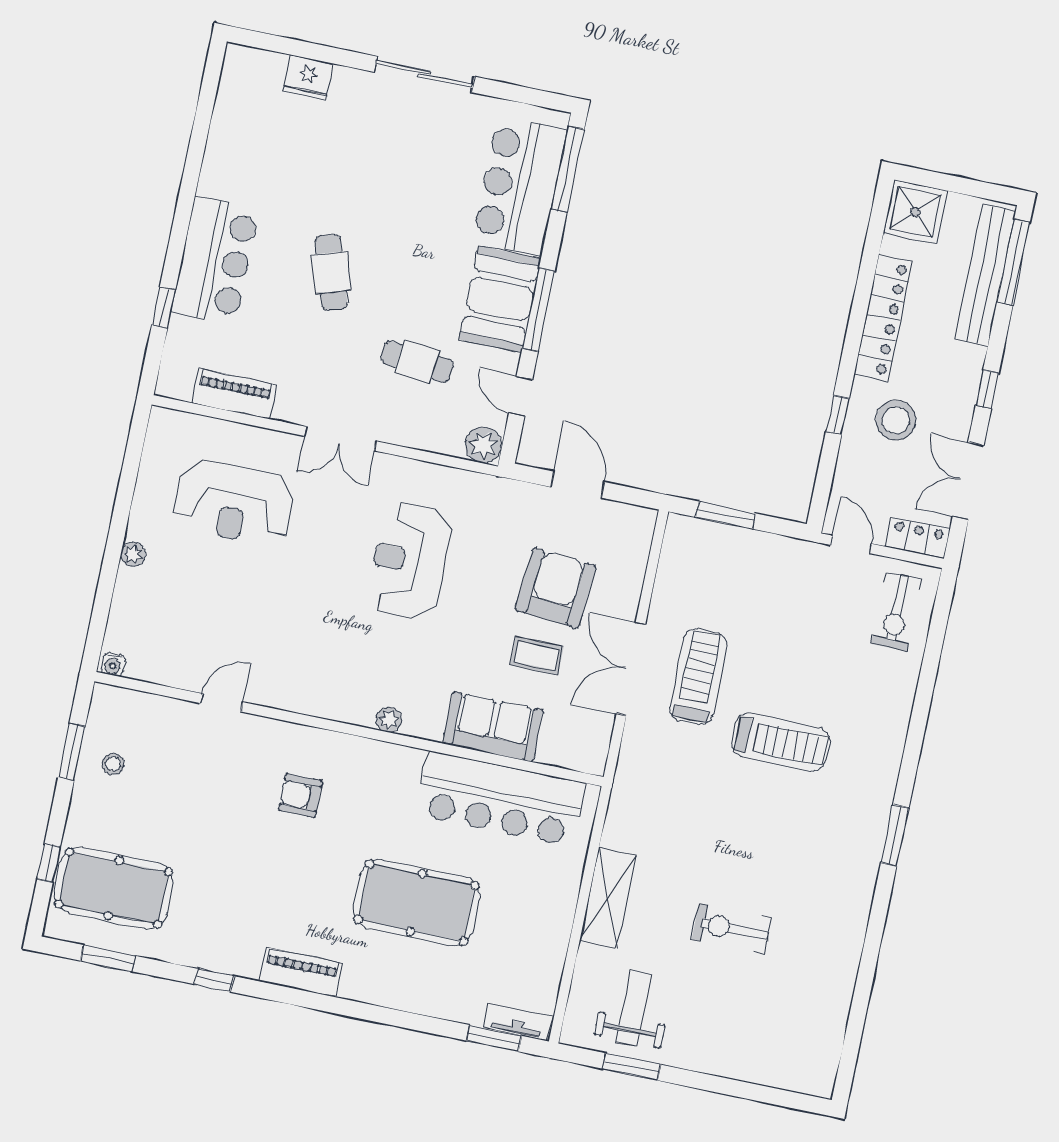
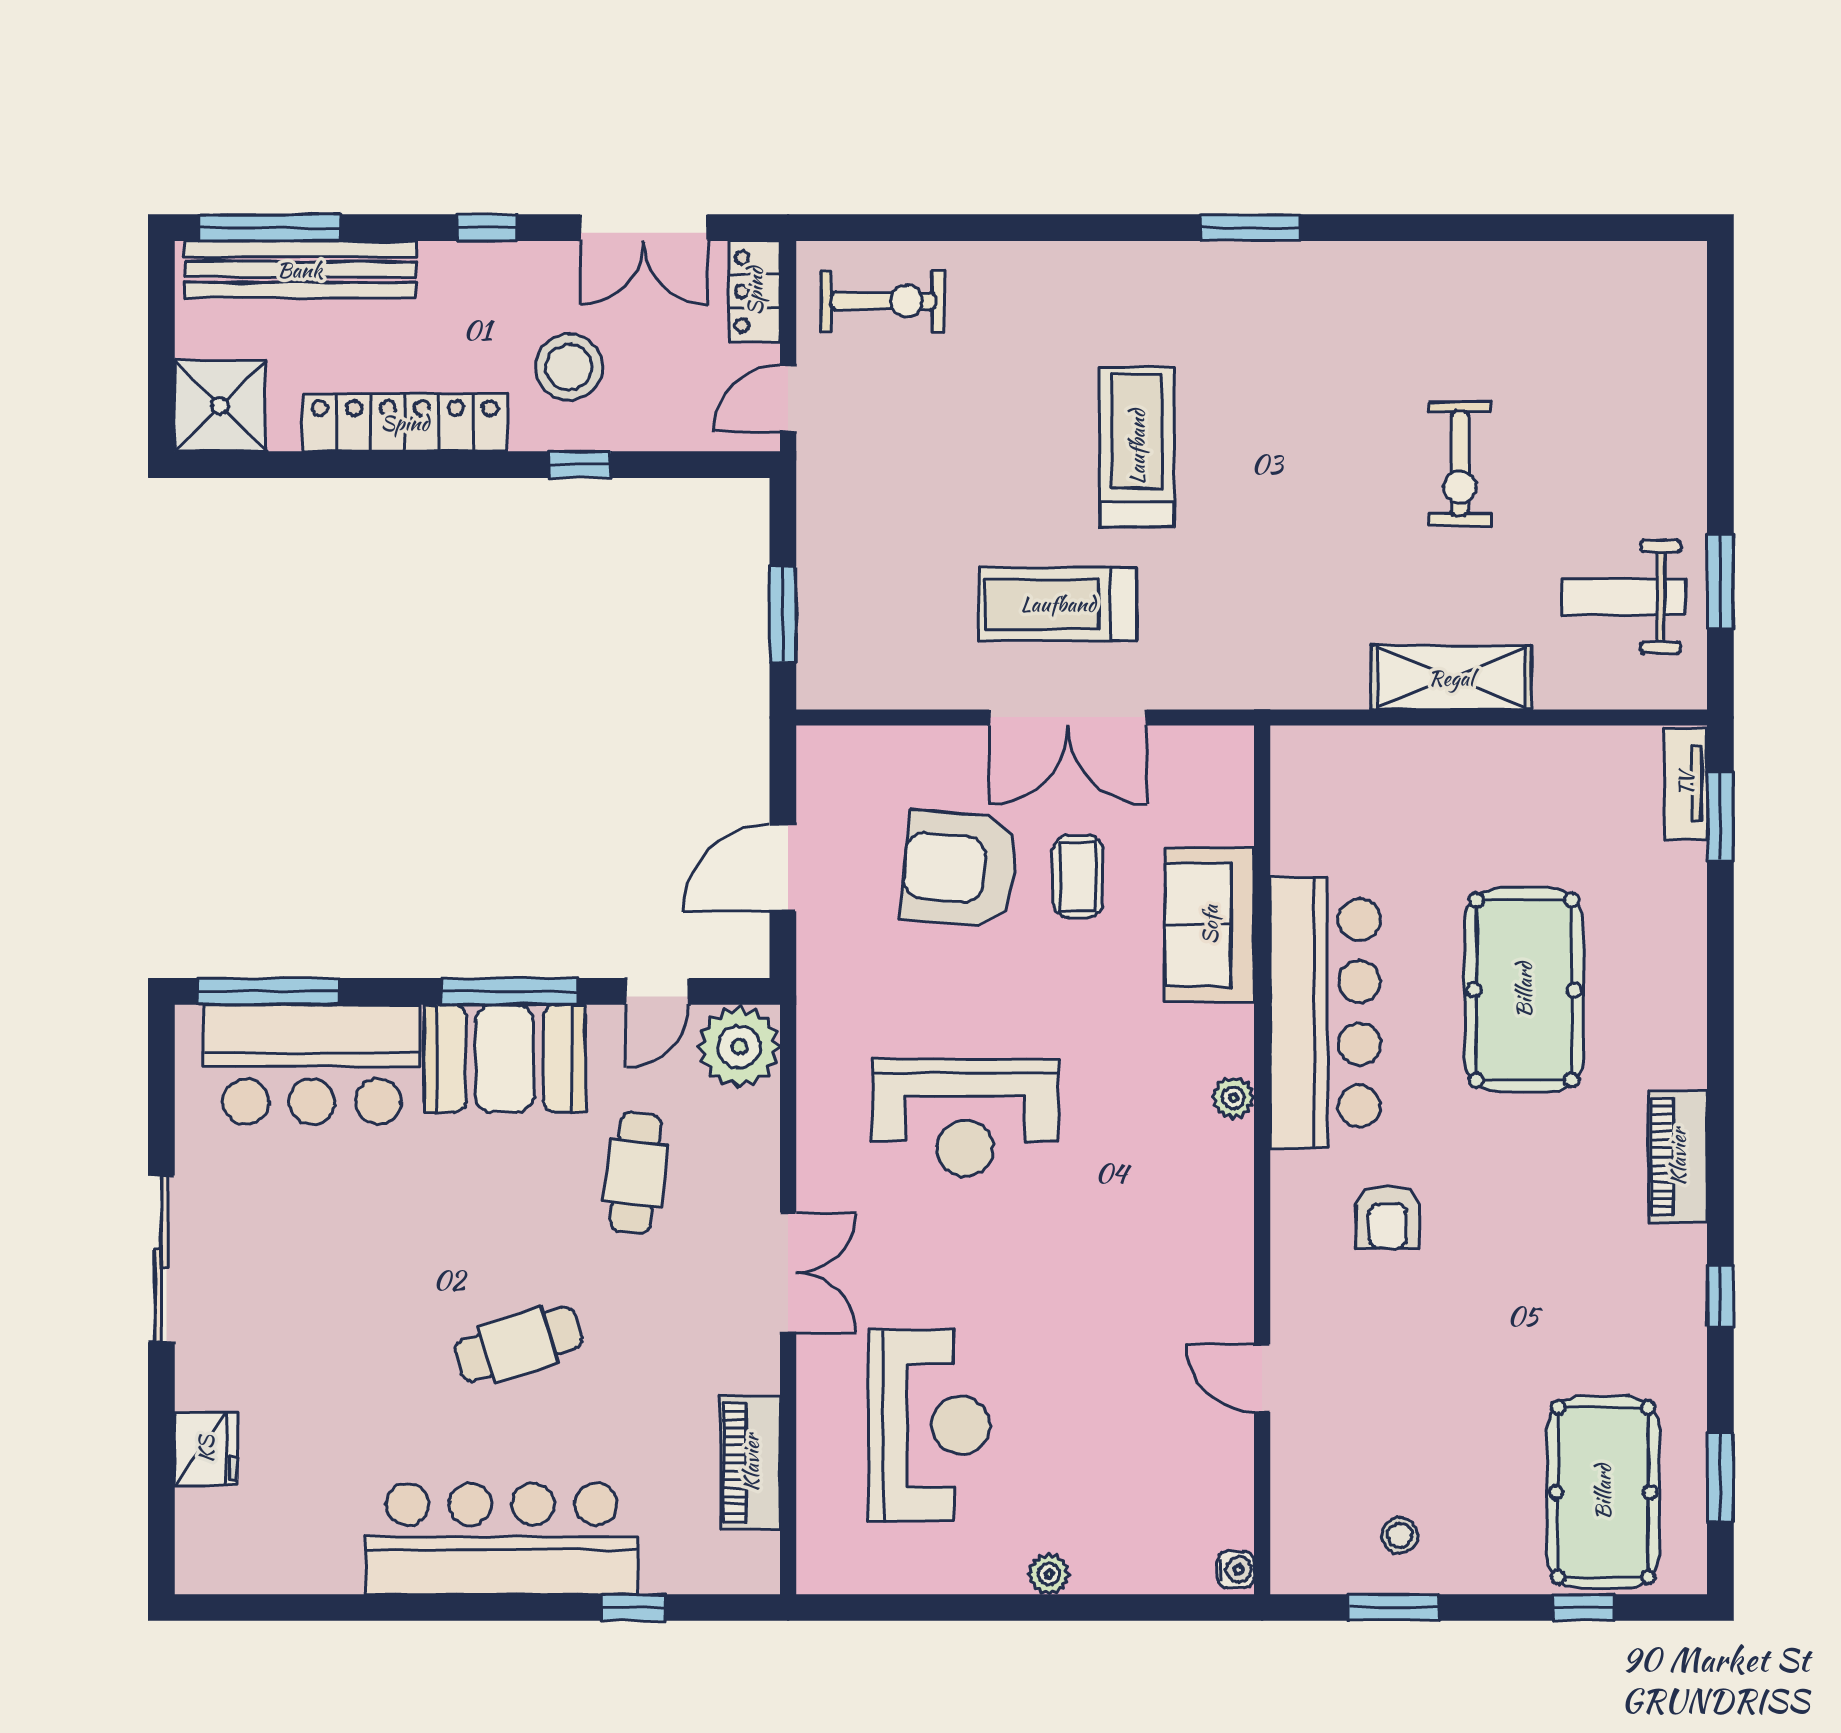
bar counter: (215, 260) -> (502, 1539), width x1.36
plant: (483, 445) -> (739, 1047), width x1.36, depth x1.36
bar counter: (501, 799) -> (1325, 1013), moved

